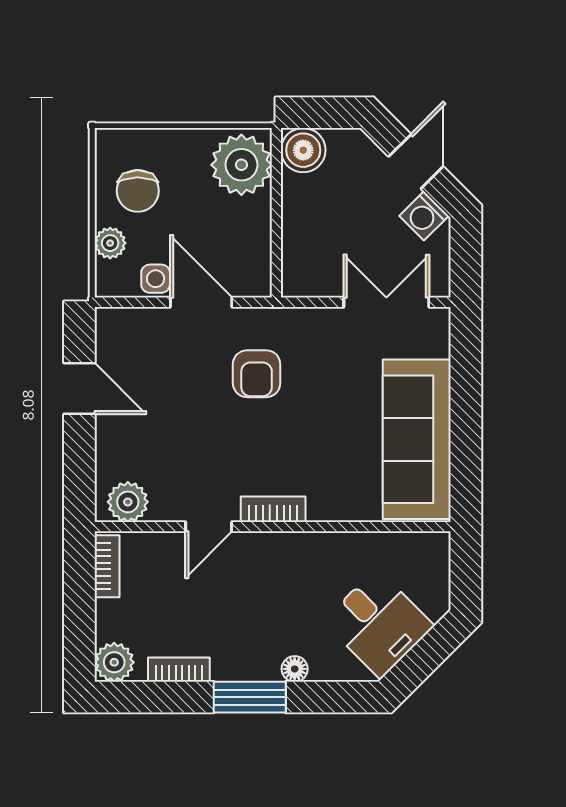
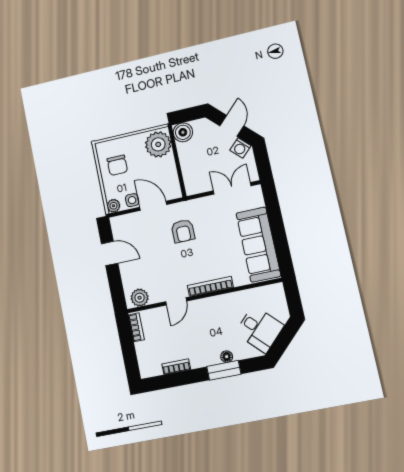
plant: (110, 243) -> (113, 206), moved
bookcase: (273, 509) -> (210, 286), width x1.56
plant: (114, 662) -> (148, 369), removed
window: (250, 697) -> (224, 370), moved

